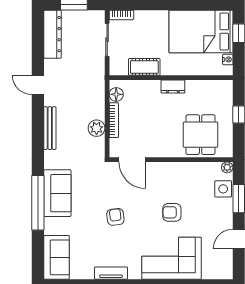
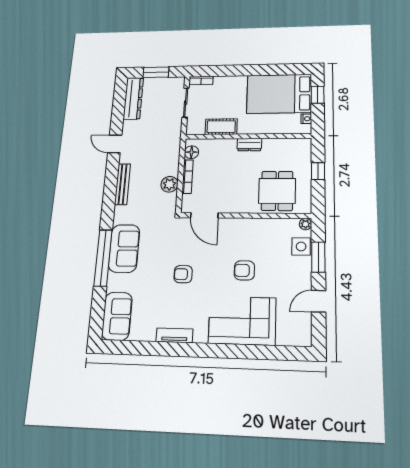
armchair: (115, 217) -> (183, 274), turned -83

